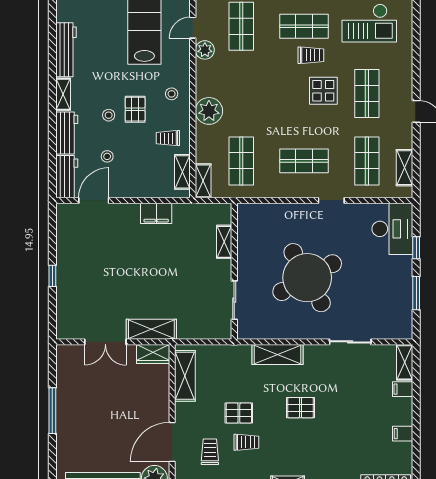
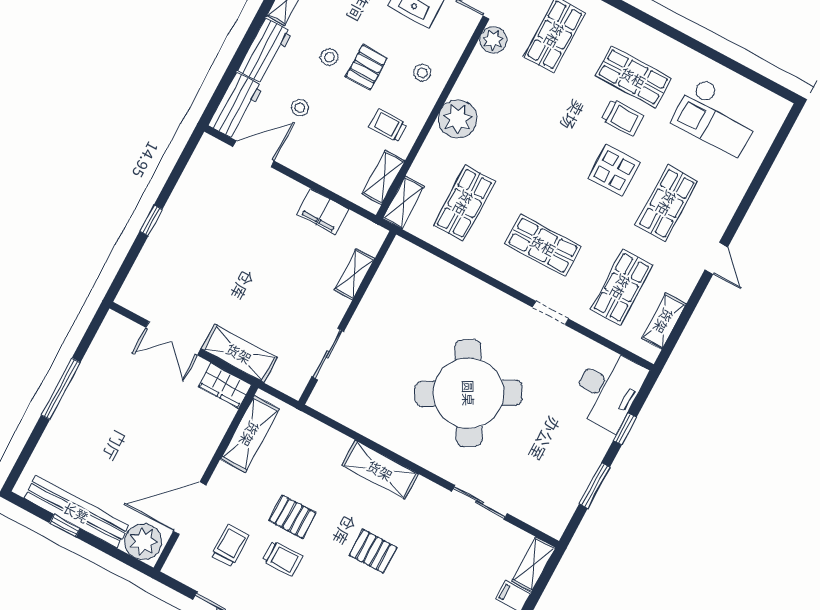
shelving: (224, 242) -> (354, 274), moved
wall: (234, 271) -> (347, 318), moved
sliding door: (234, 300) -> (328, 354), moved

